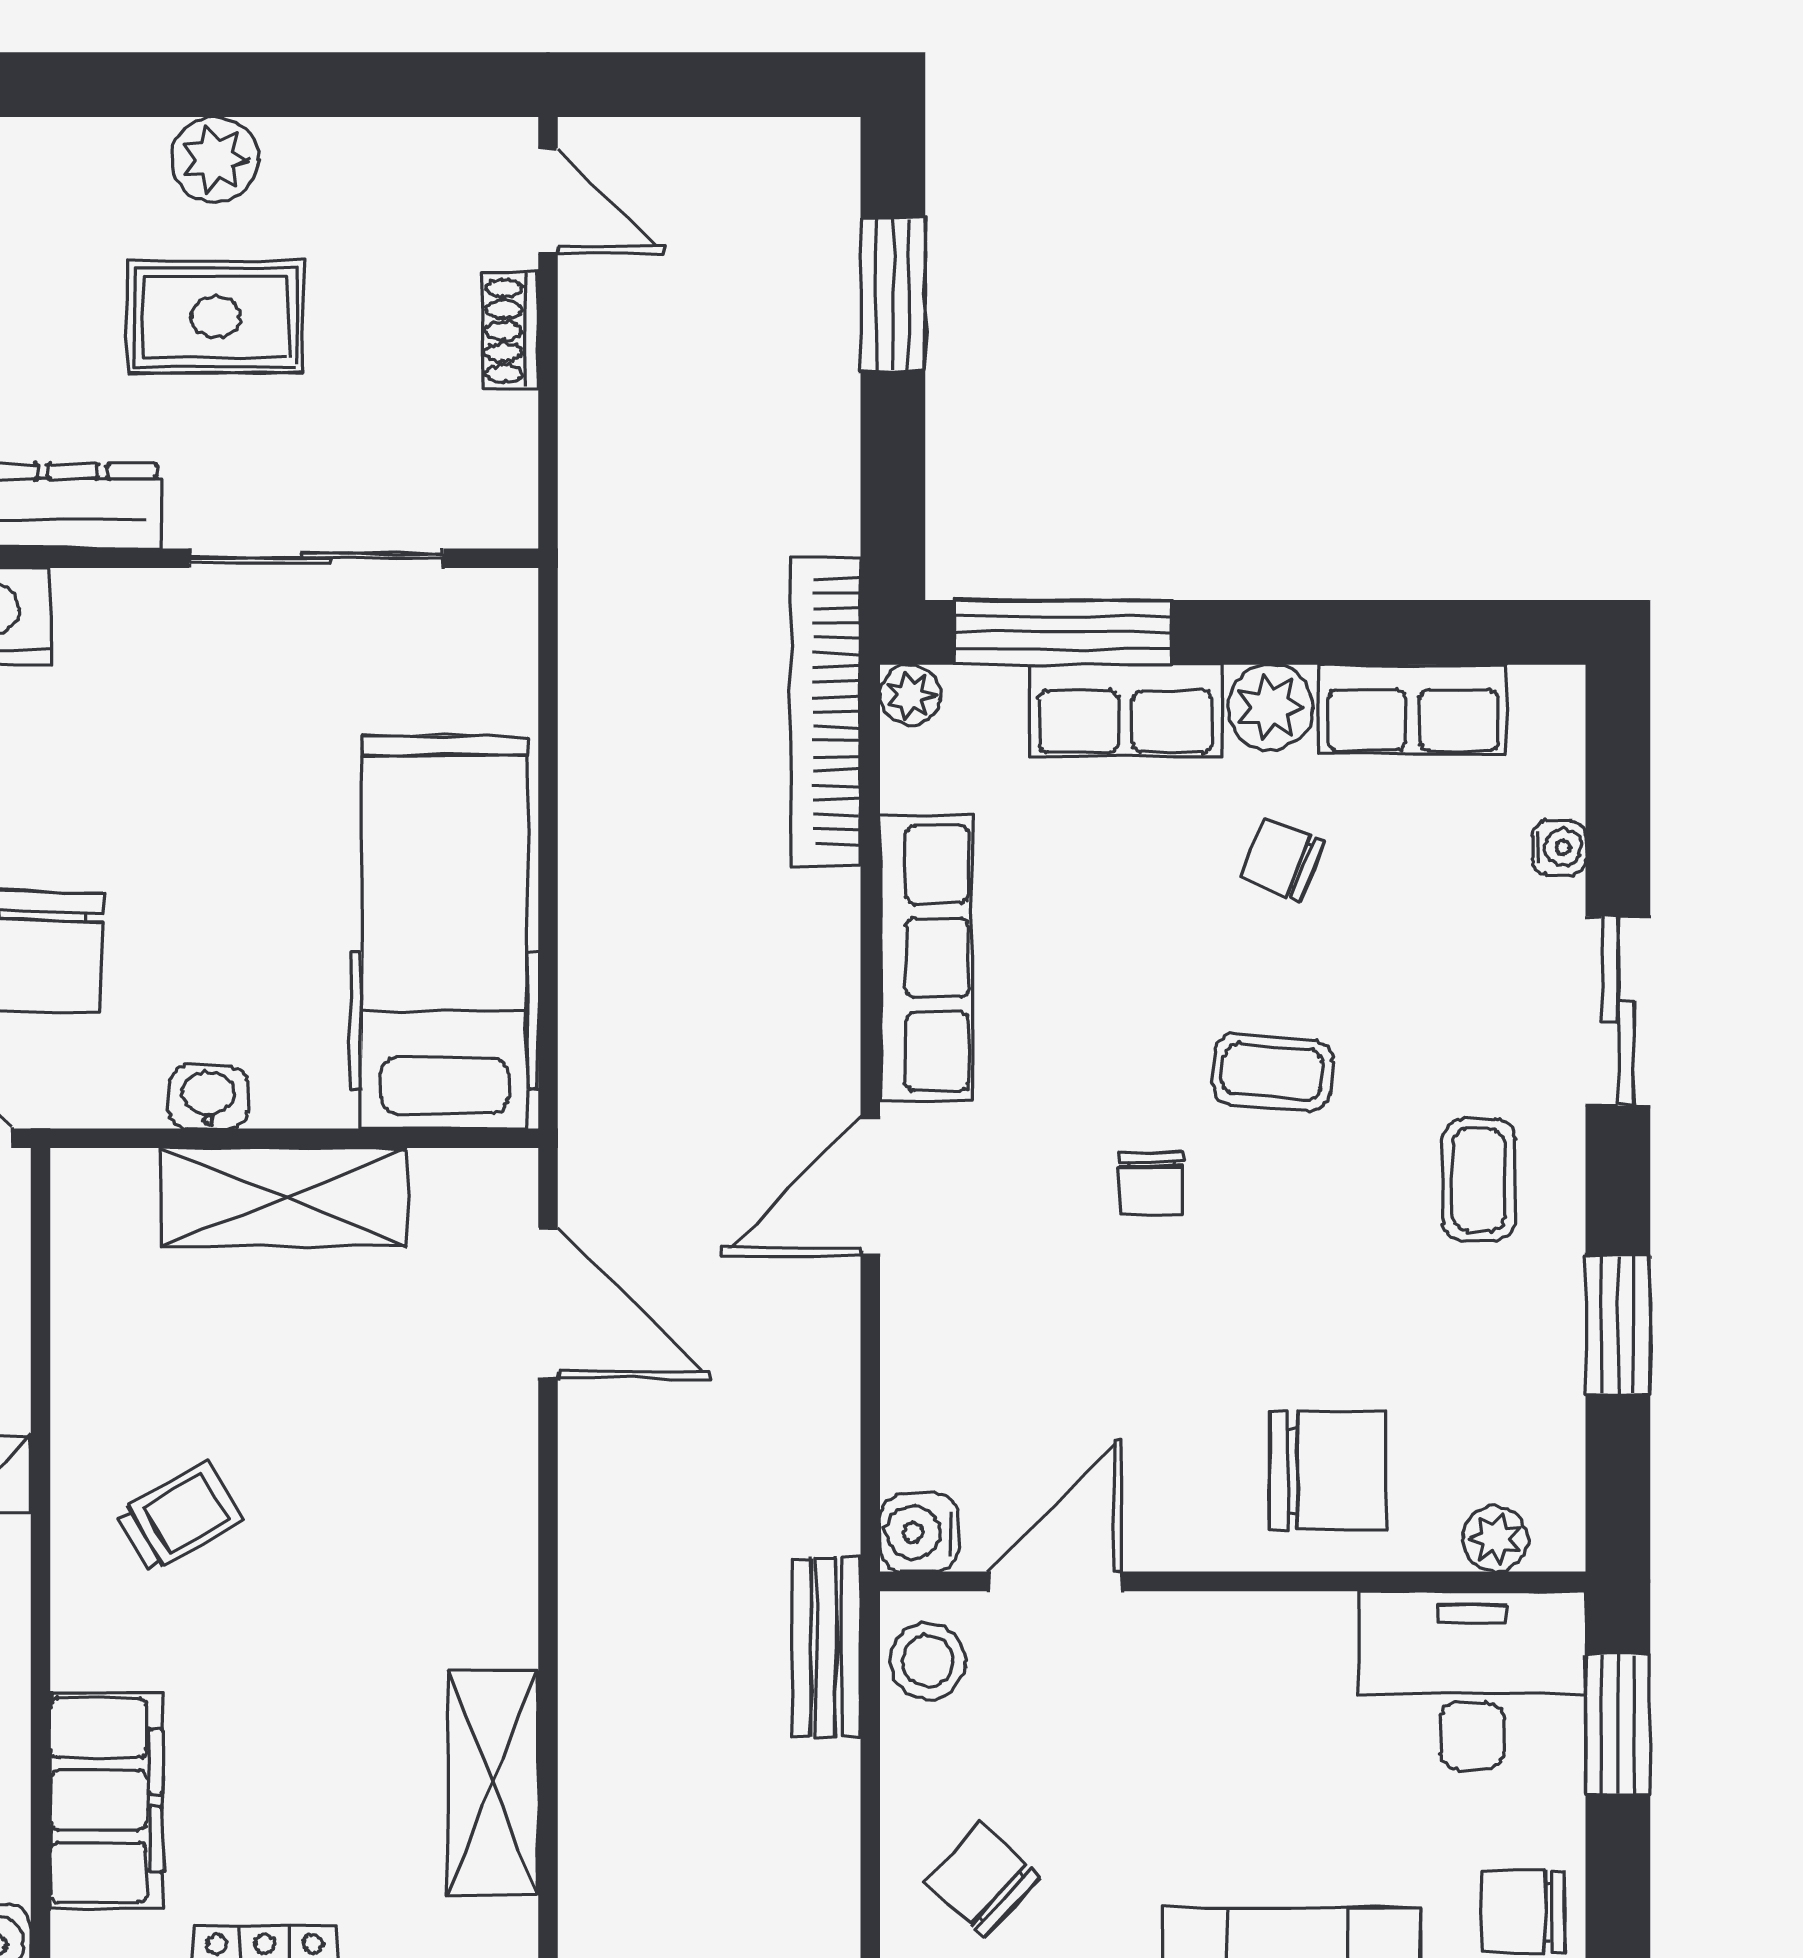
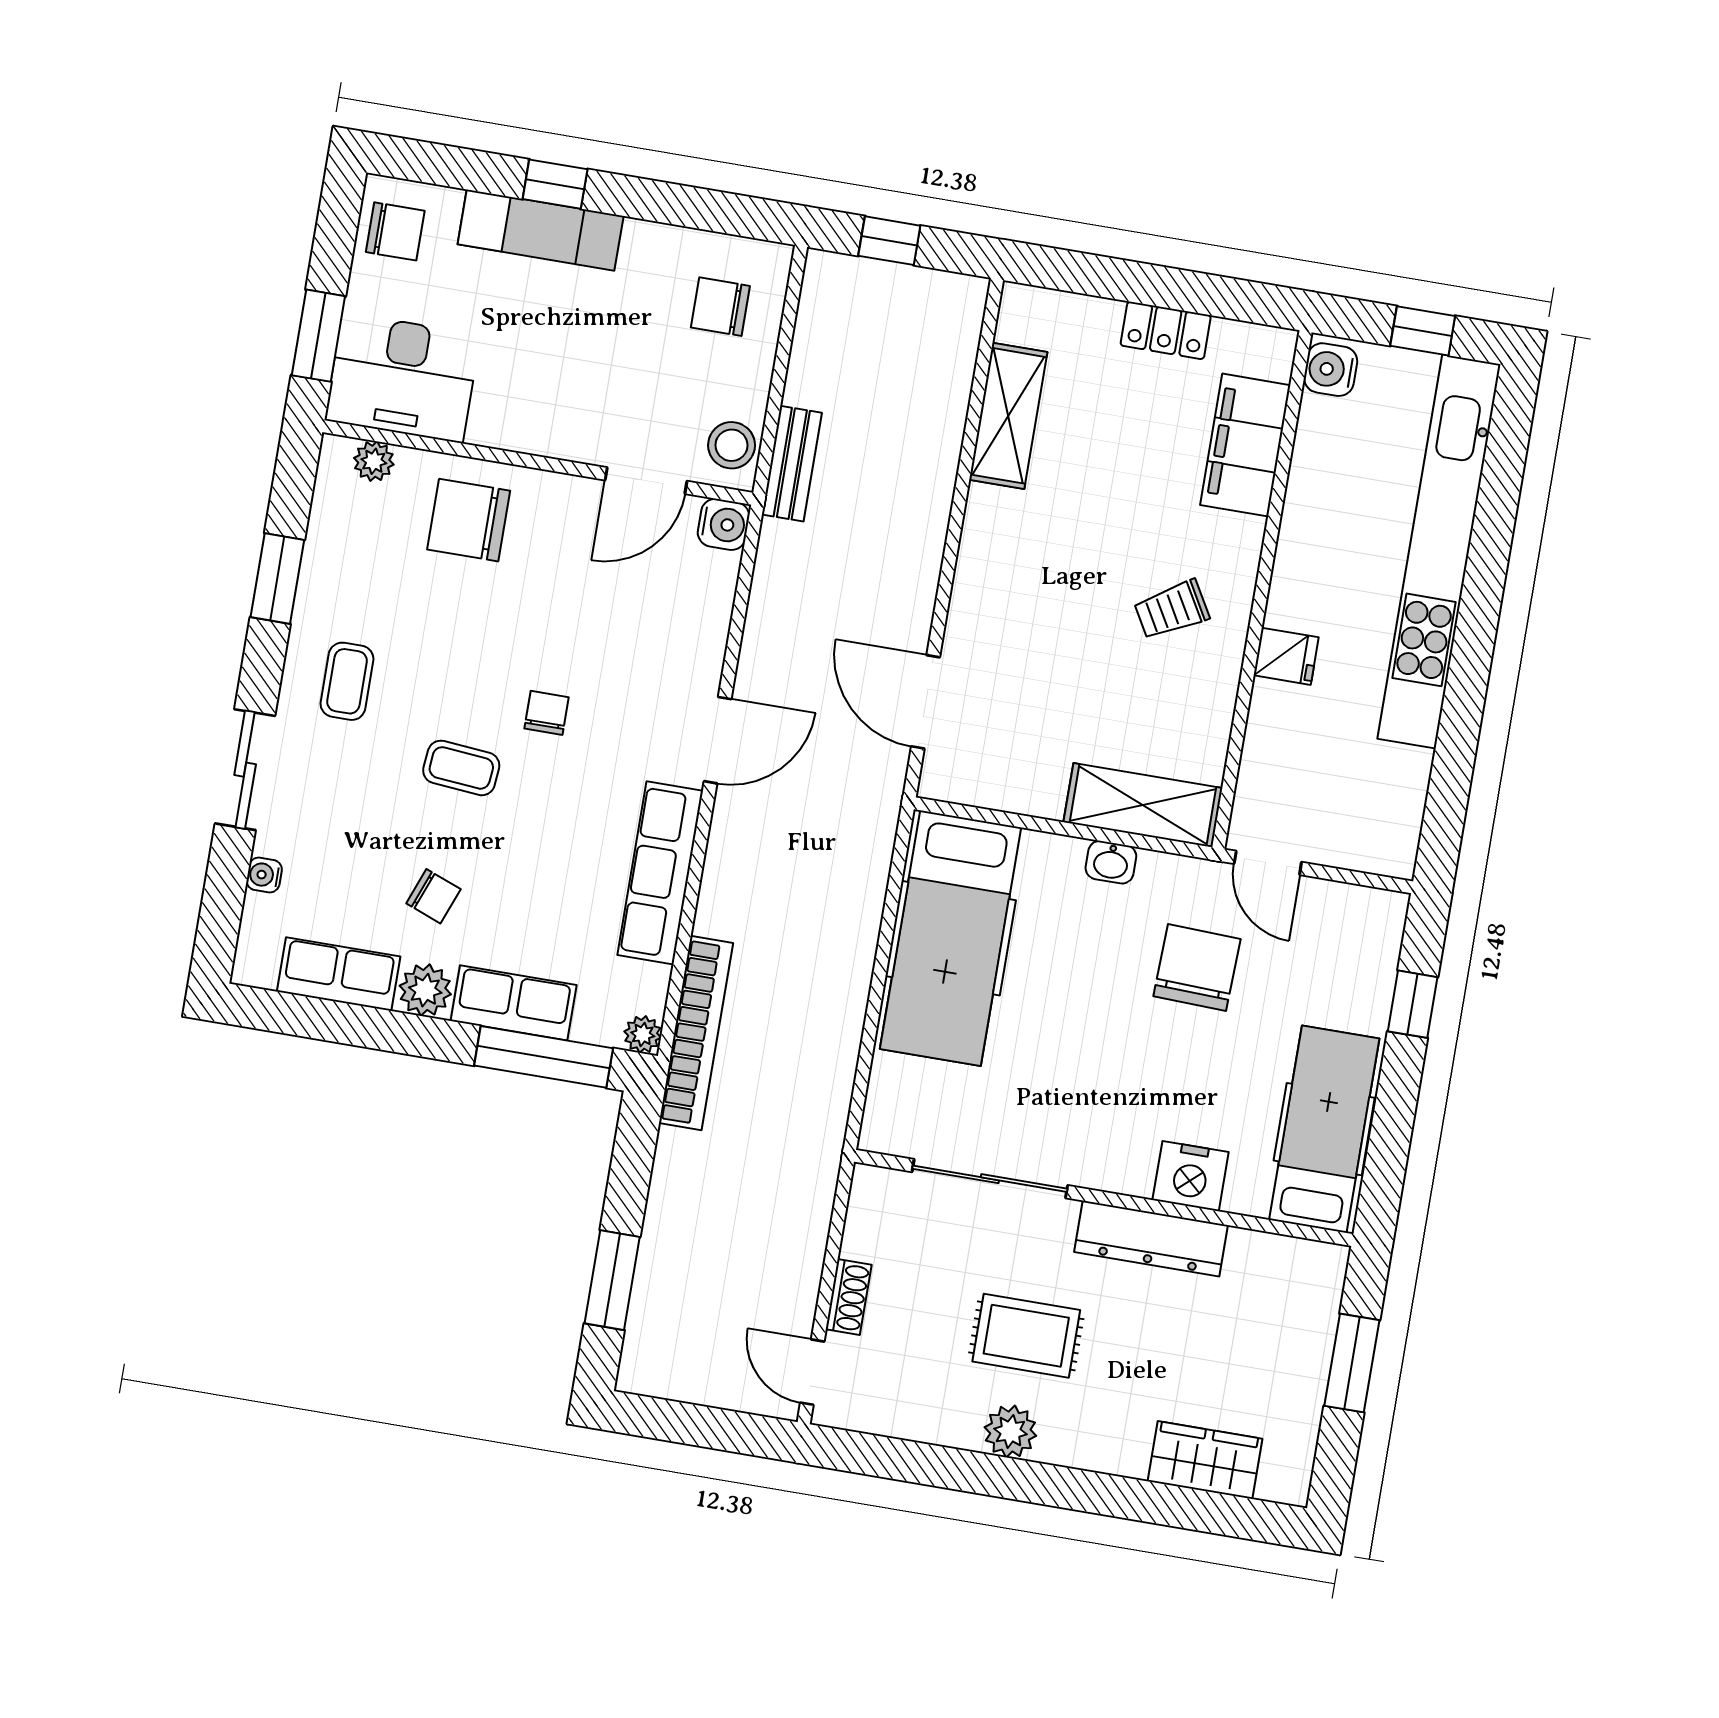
shelving: (284, 1197) -> (1143, 805), moved
chair: (983, 1880) -> (720, 307), turned 137

